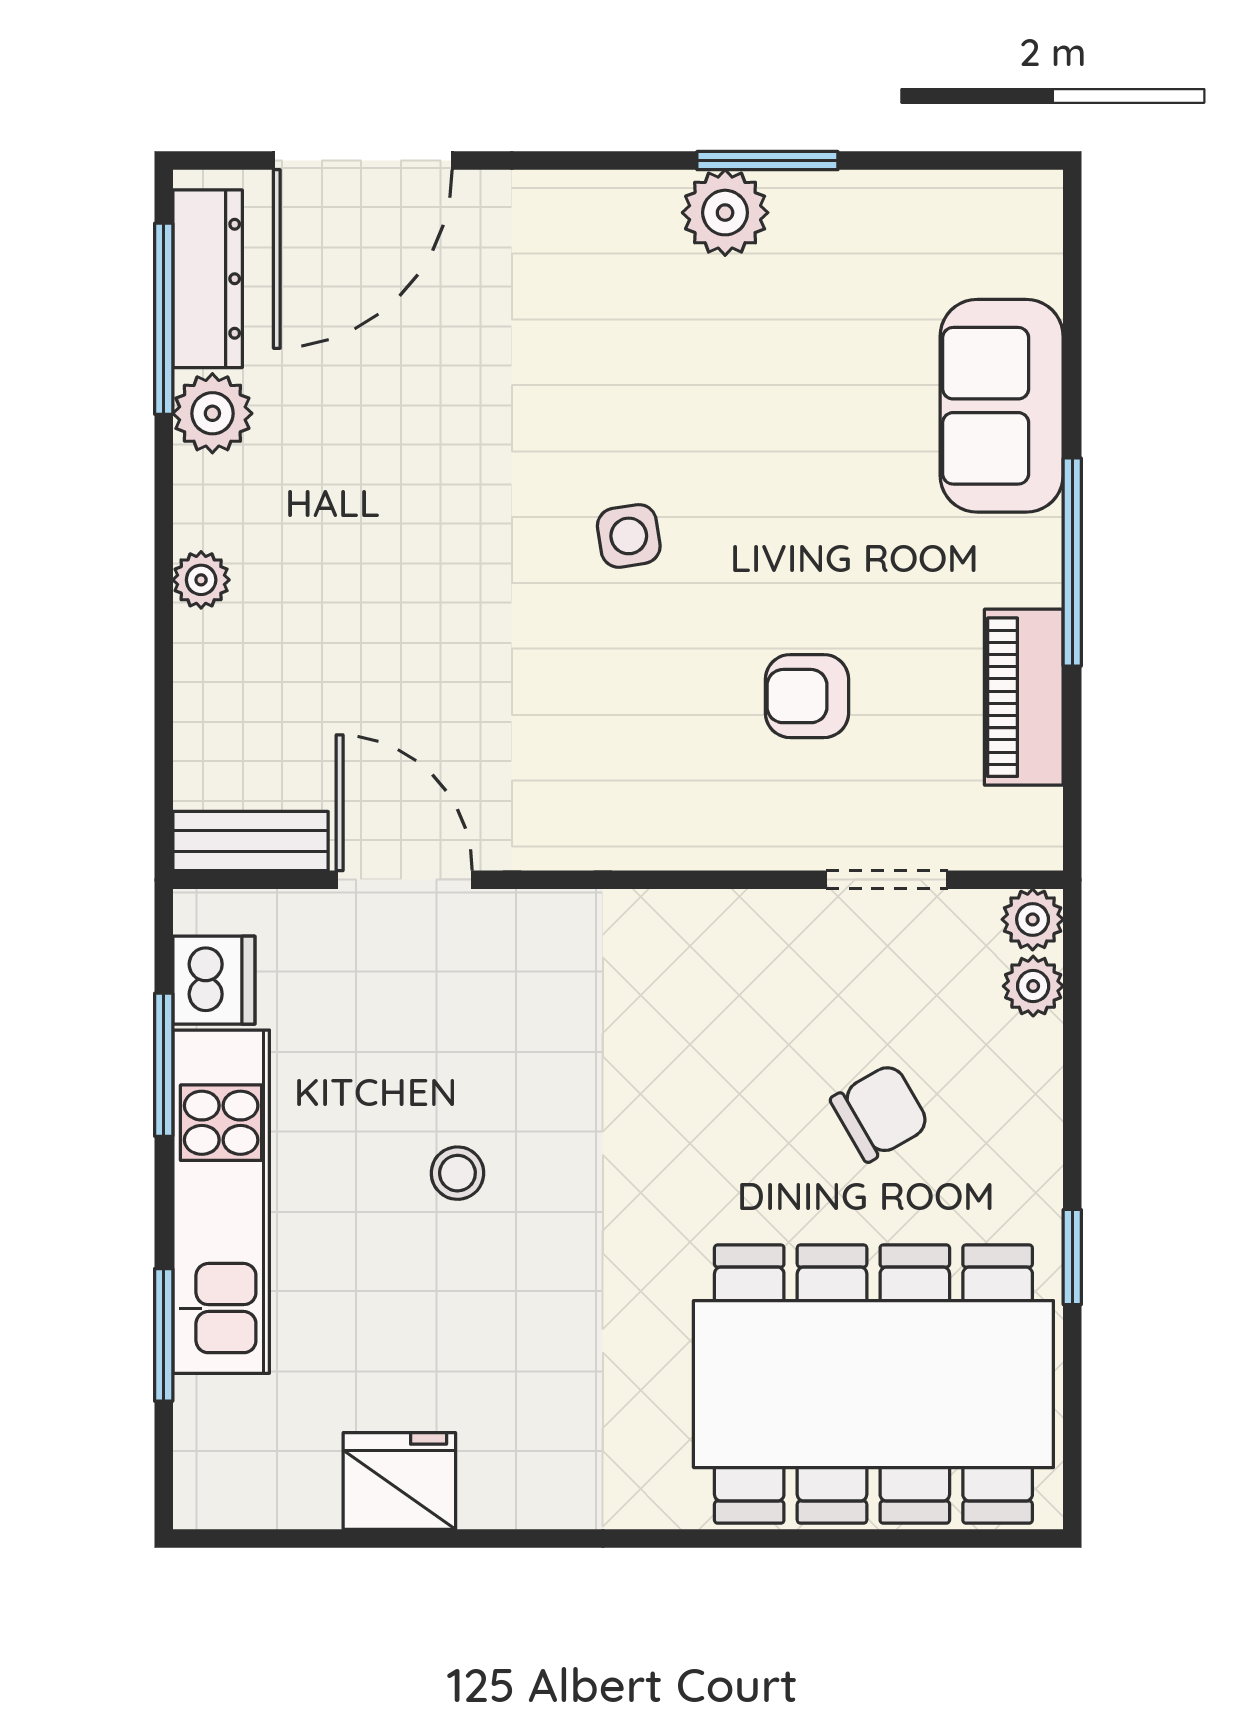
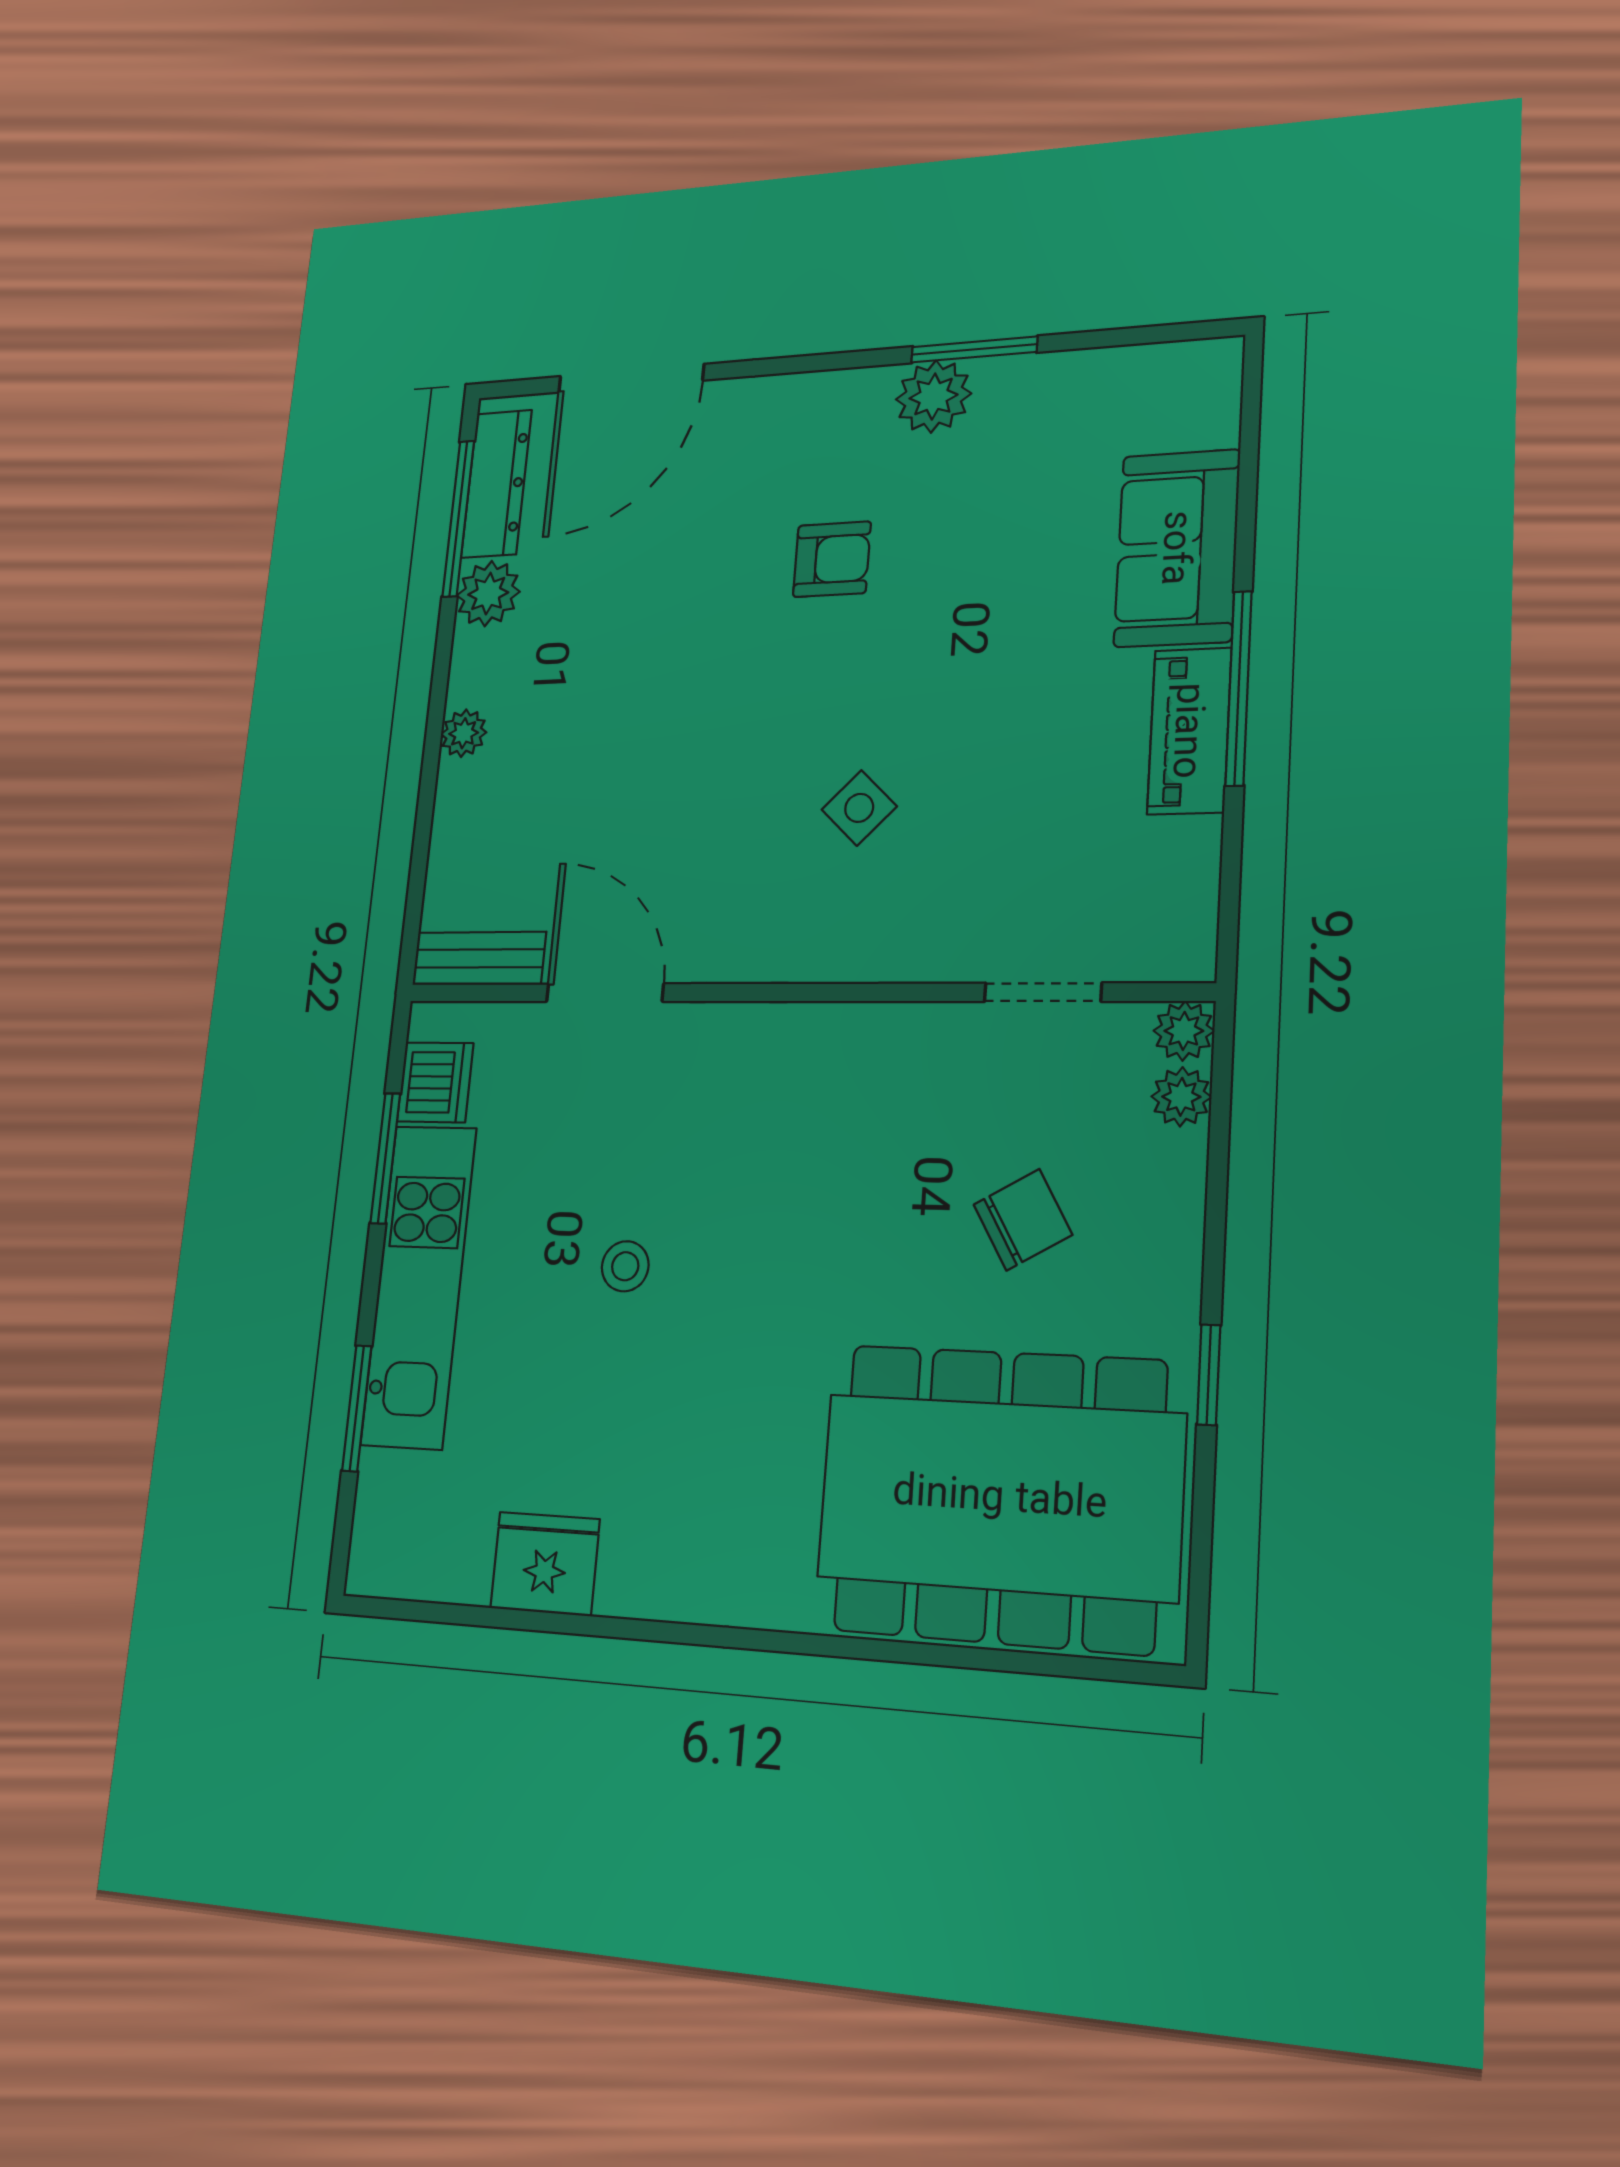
side table: (629, 536) -> (859, 808), moved, turned -37
armchair: (807, 696) -> (832, 559), moved, turned 180
piano: (1024, 697) -> (1189, 731), moved

